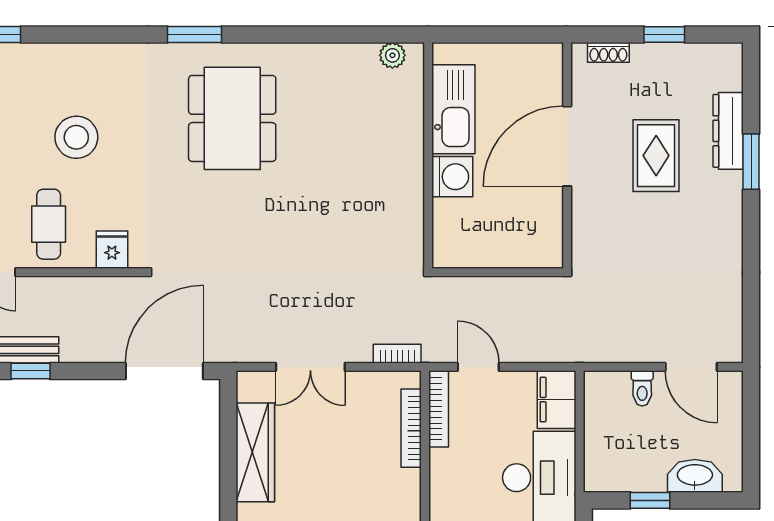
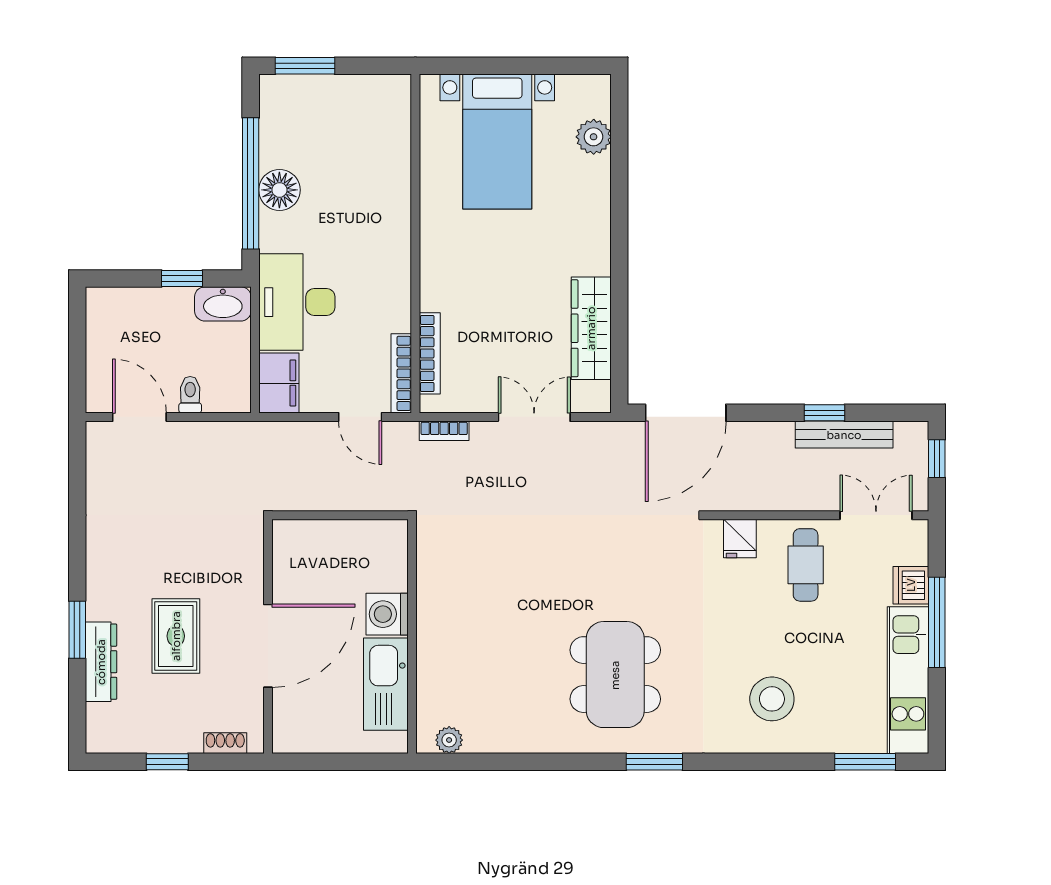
stool: (76, 137) -> (772, 699), moved
washbasin: (695, 476) -> (223, 304), moved

